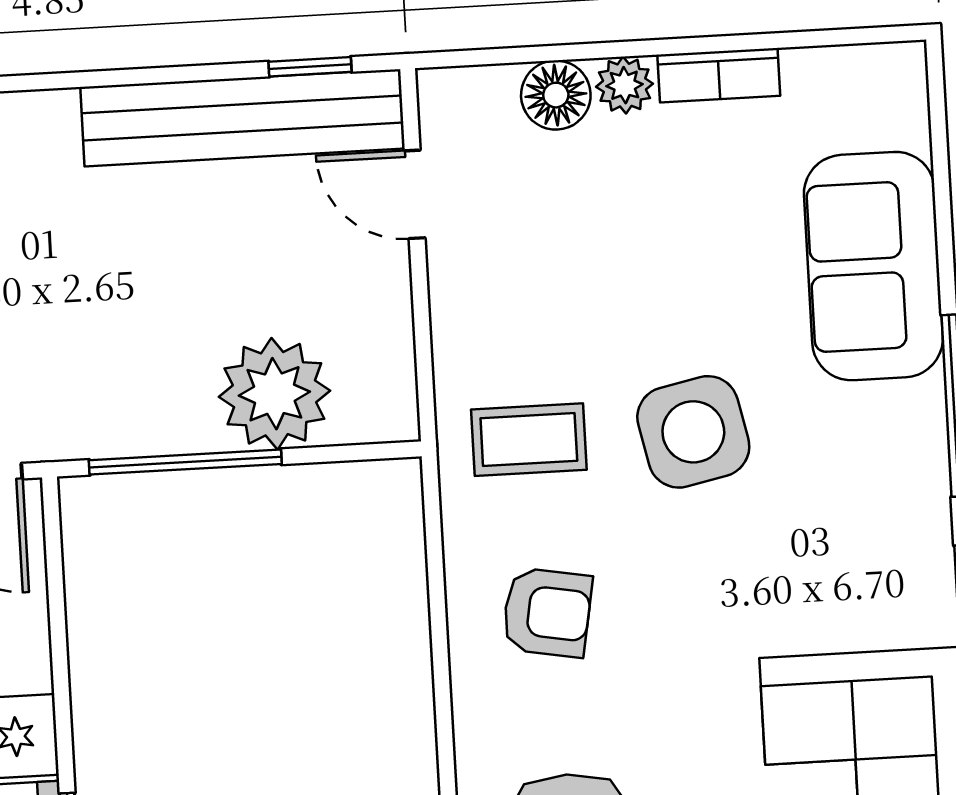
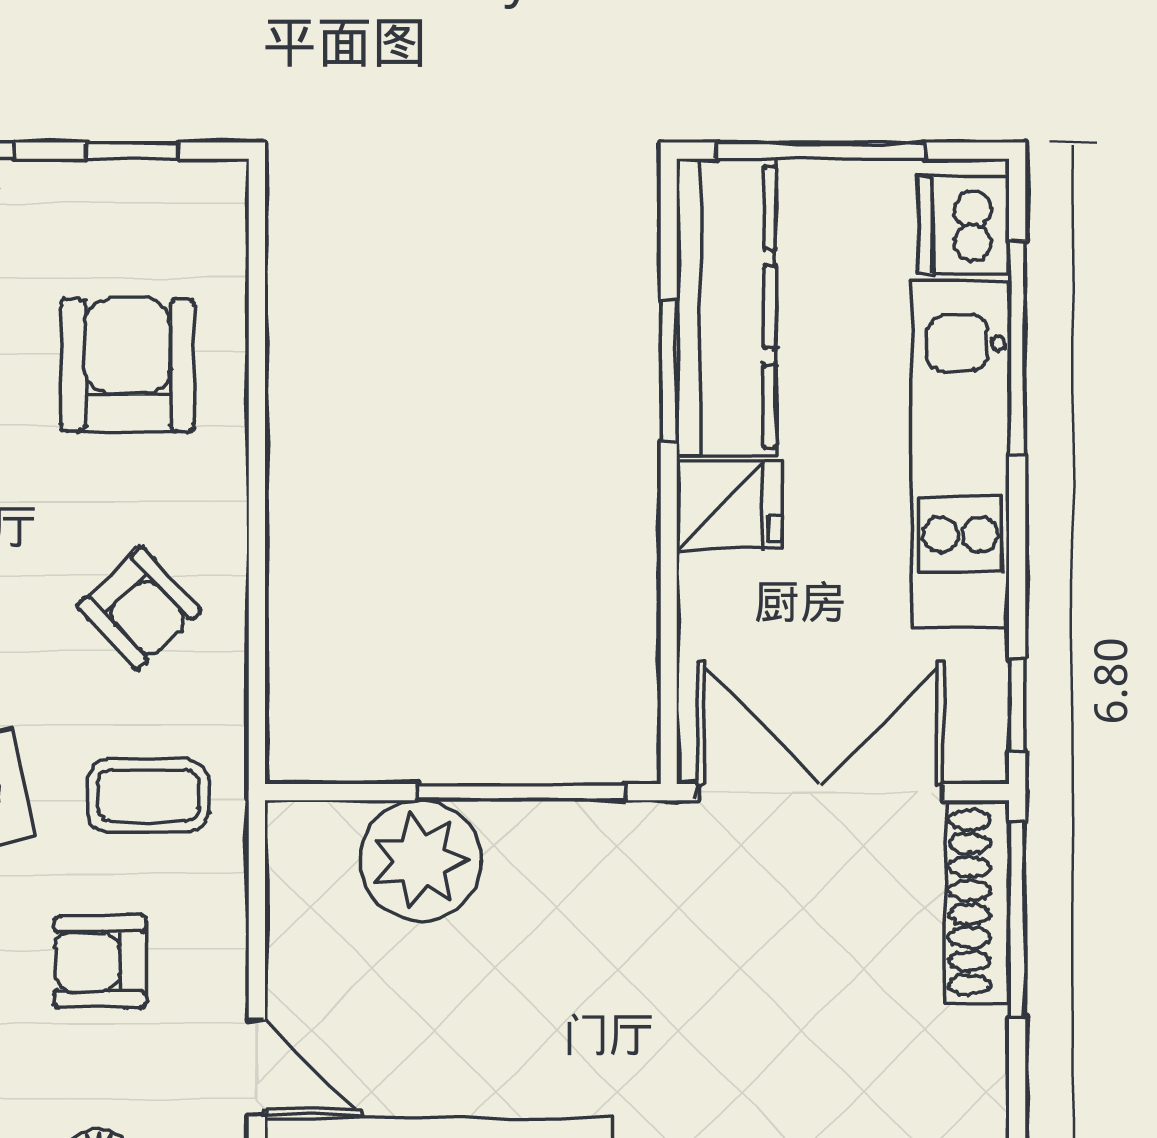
armchair: (565, 284) -> (100, 961), added
armchair: (547, 612) -> (139, 608), turned -143

